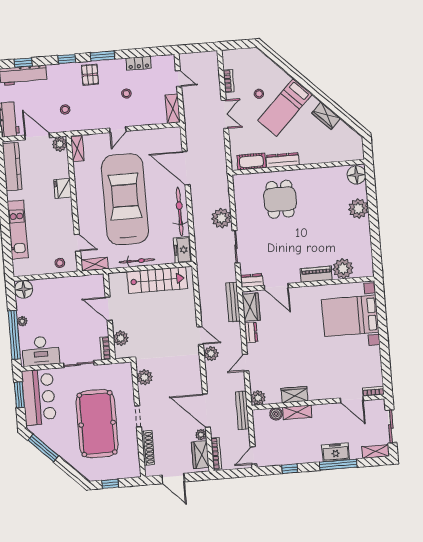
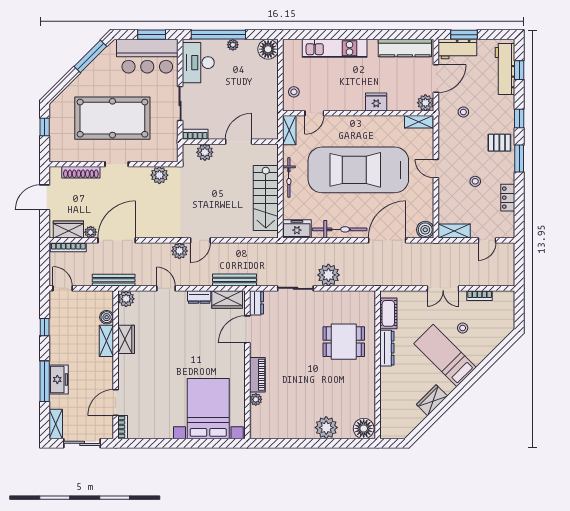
boiler: (174, 135) -> (425, 230), added
car: (125, 199) -> (358, 170), turned 180
plant: (343, 269) -> (256, 399), width x0.53, depth x0.53

